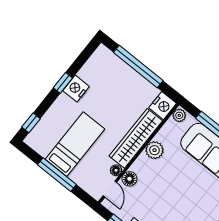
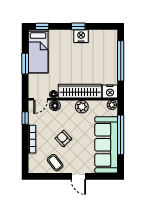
bed: (75, 144) -> (38, 51), moved, turned 90
window: (57, 175) -> (25, 64), width x0.69
armchair: (173, 199) -> (63, 138), added

